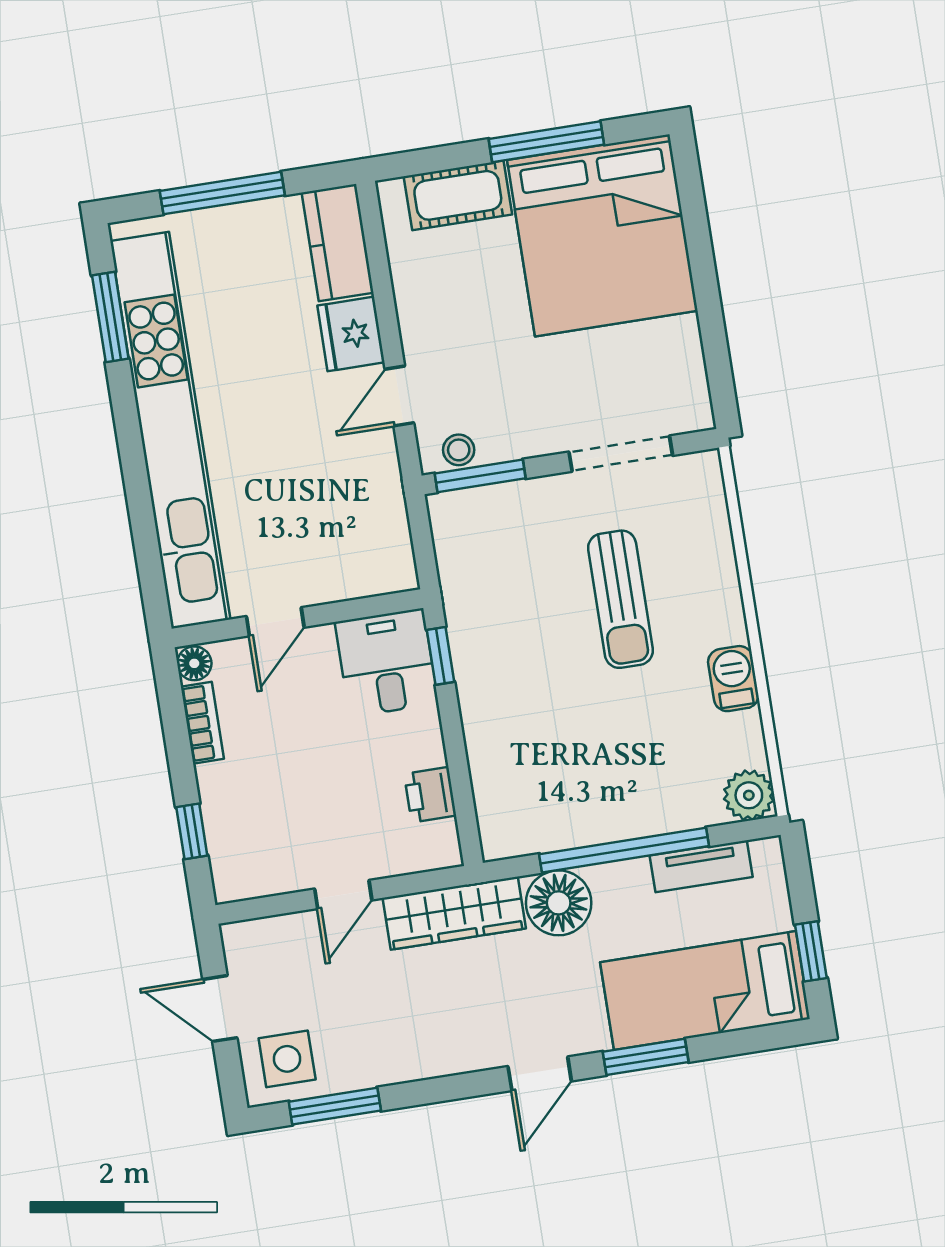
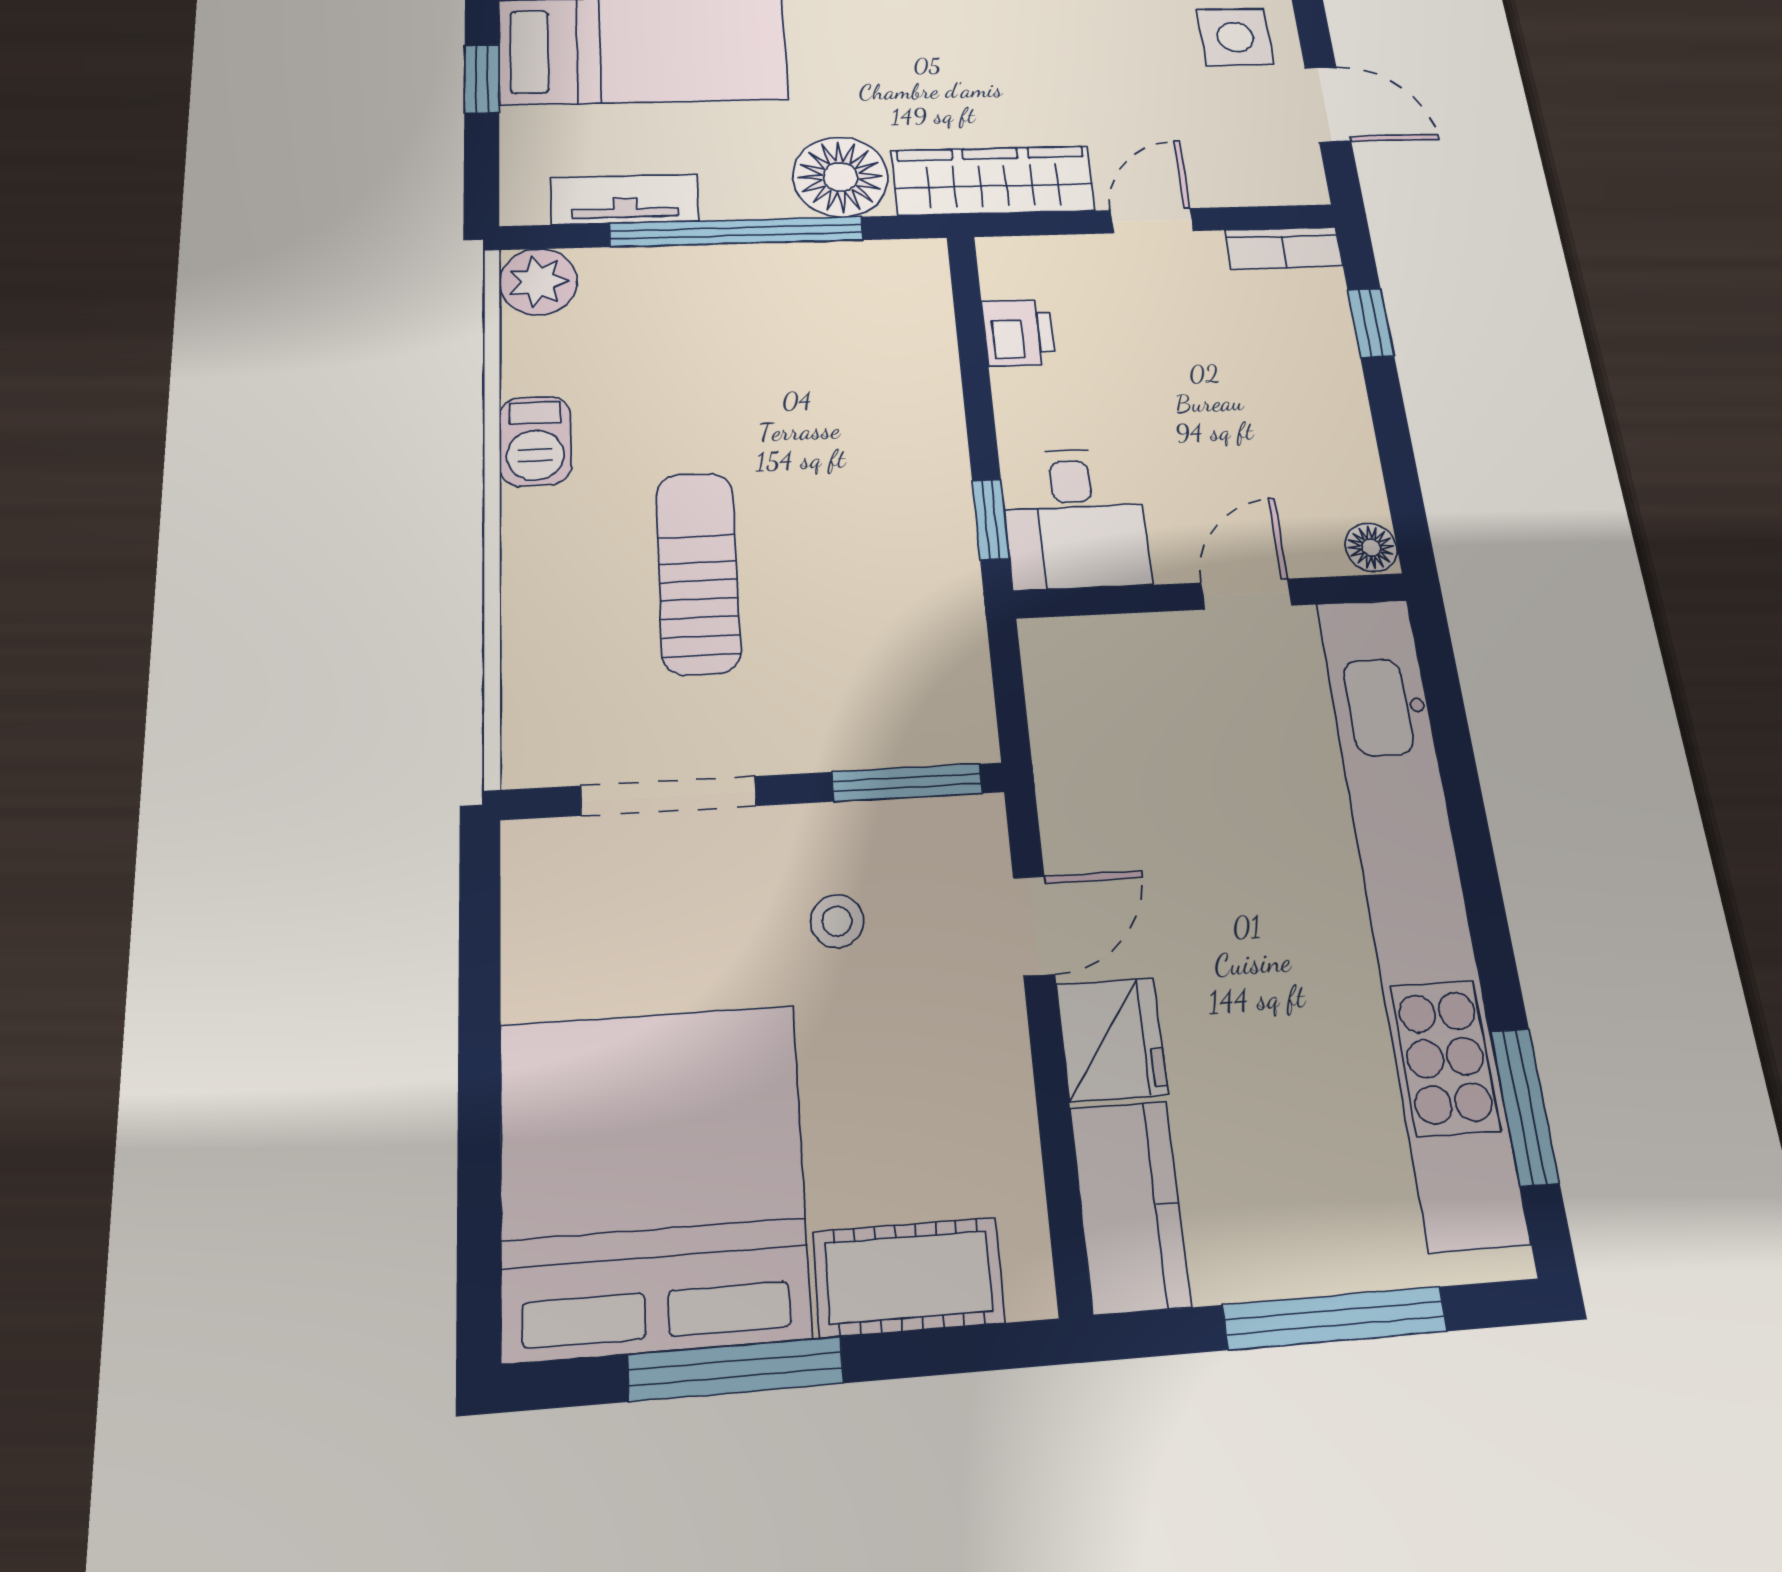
stool: (459, 450) -> (837, 921), moved
bookcase: (202, 723) -> (1284, 248), moved, turned -90

